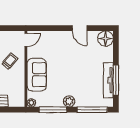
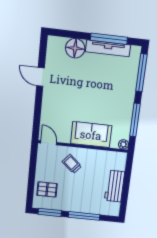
door: (80, 28) -> (41, 77), swing flipped
floor lamp: (105, 39) -> (75, 48), moved
plant: (69, 101) -> (128, 100), removed

